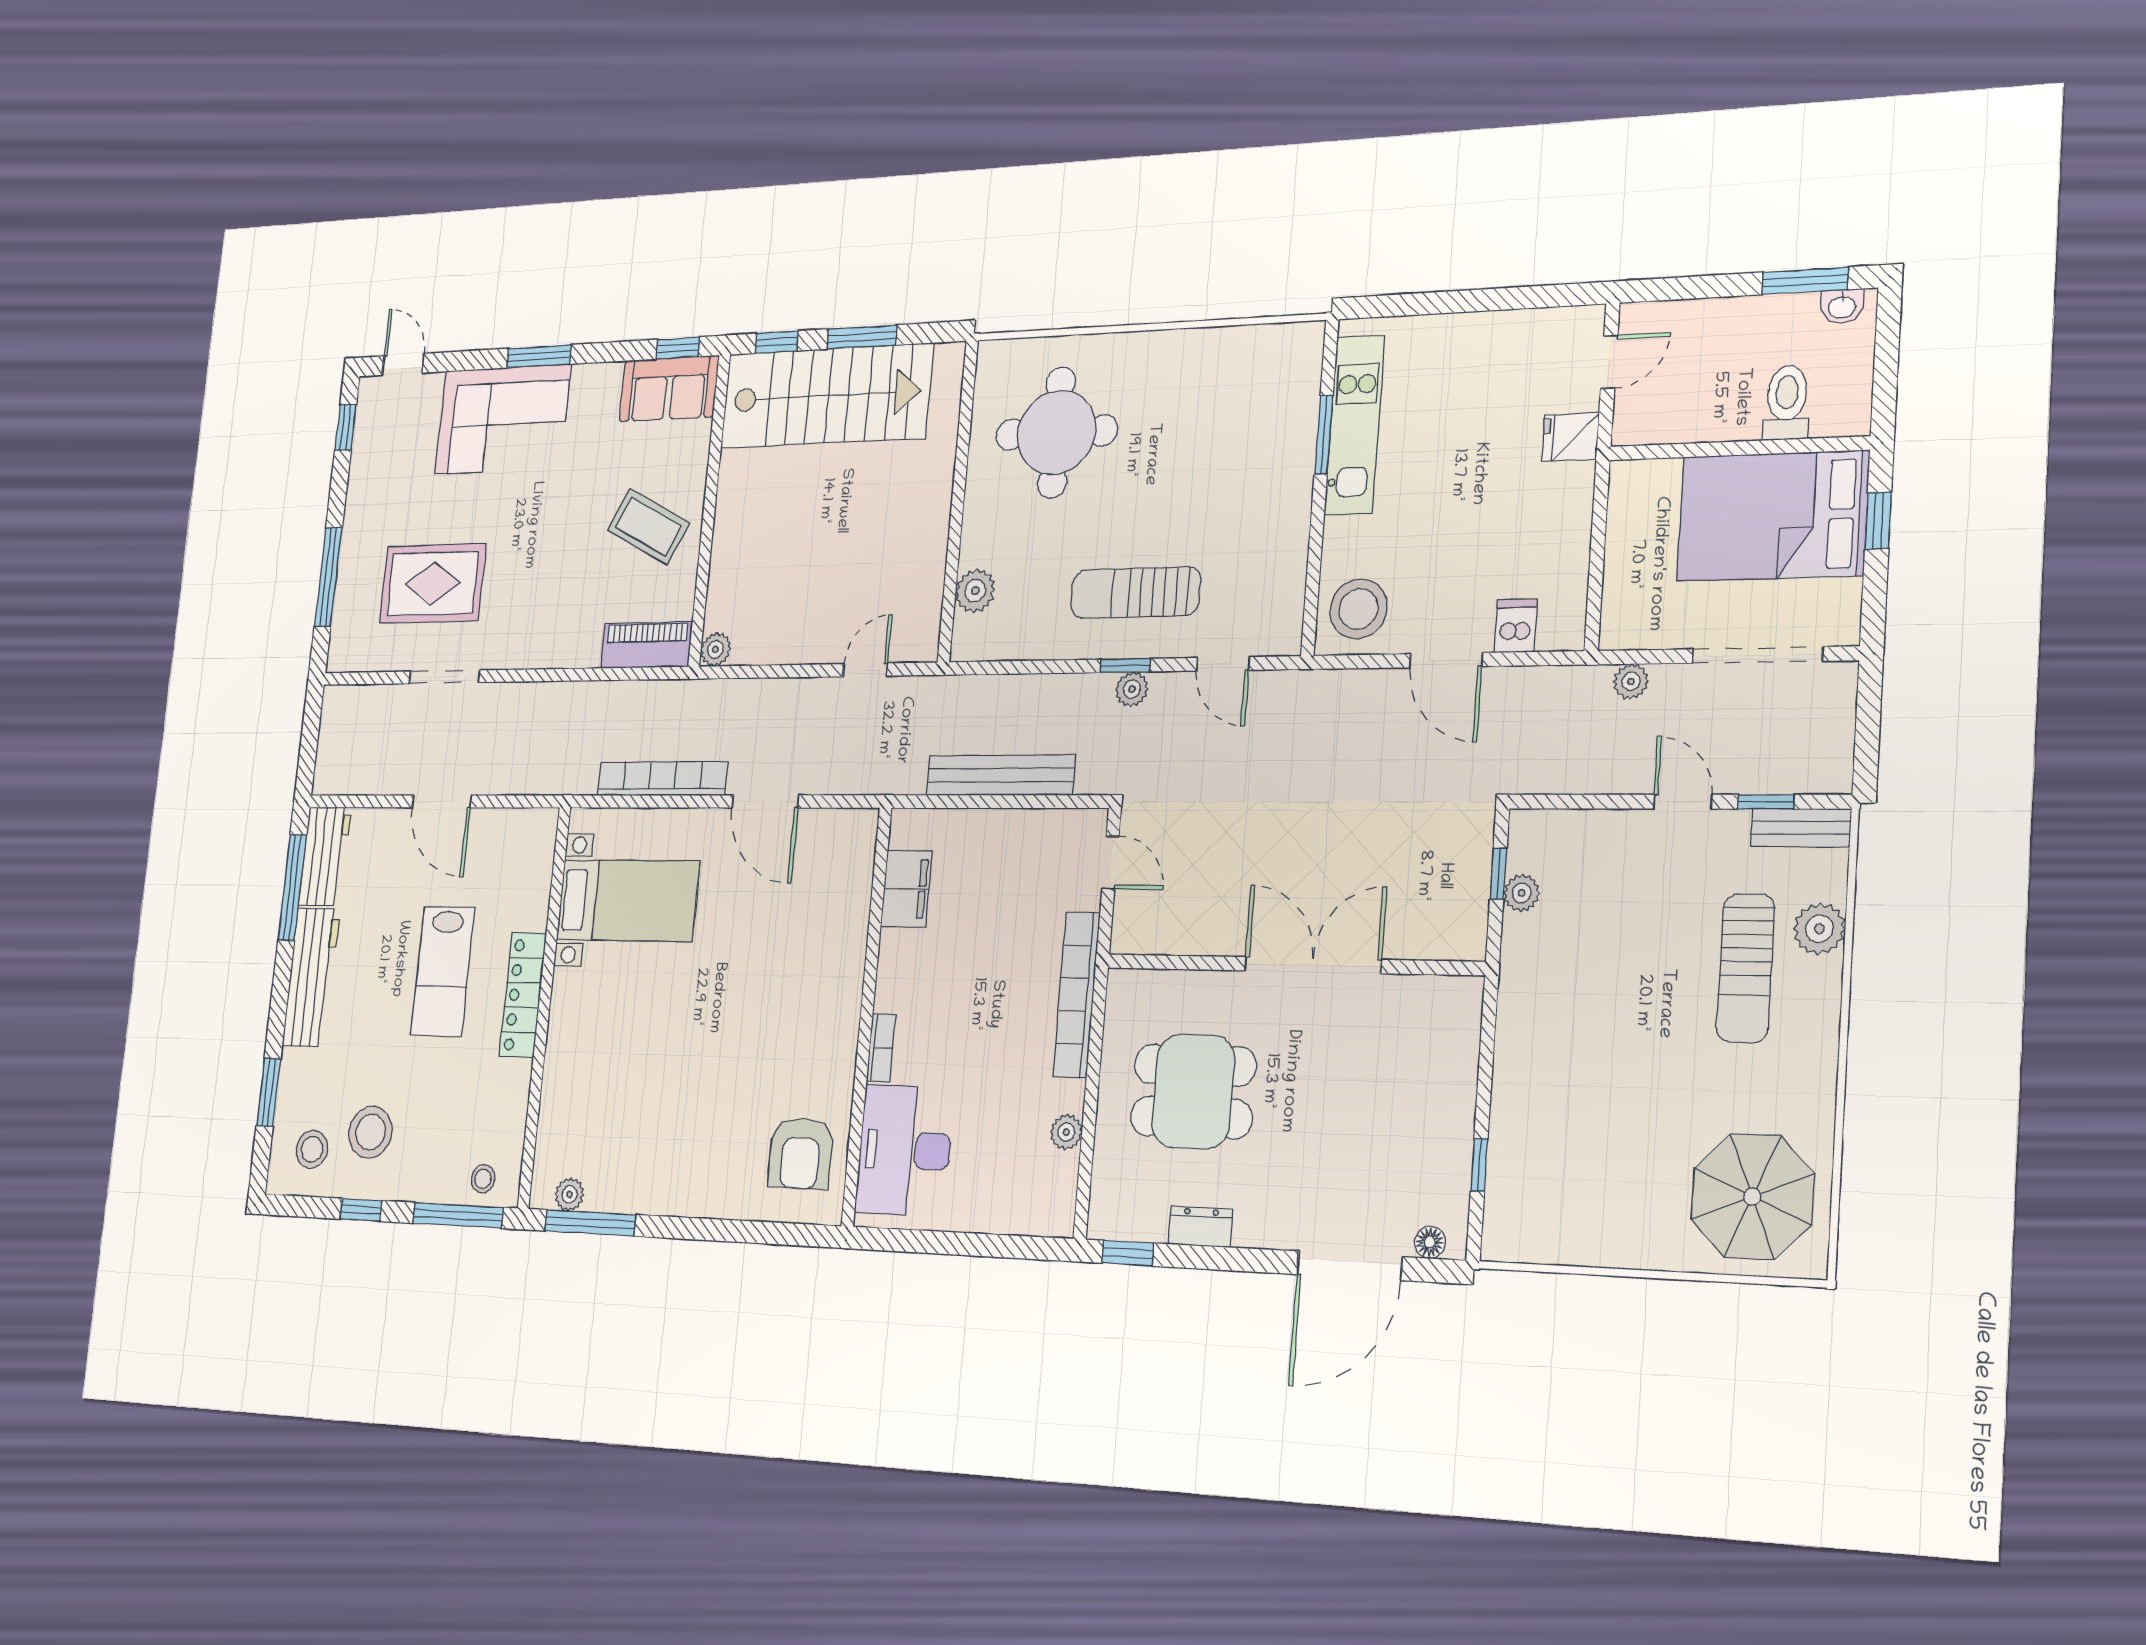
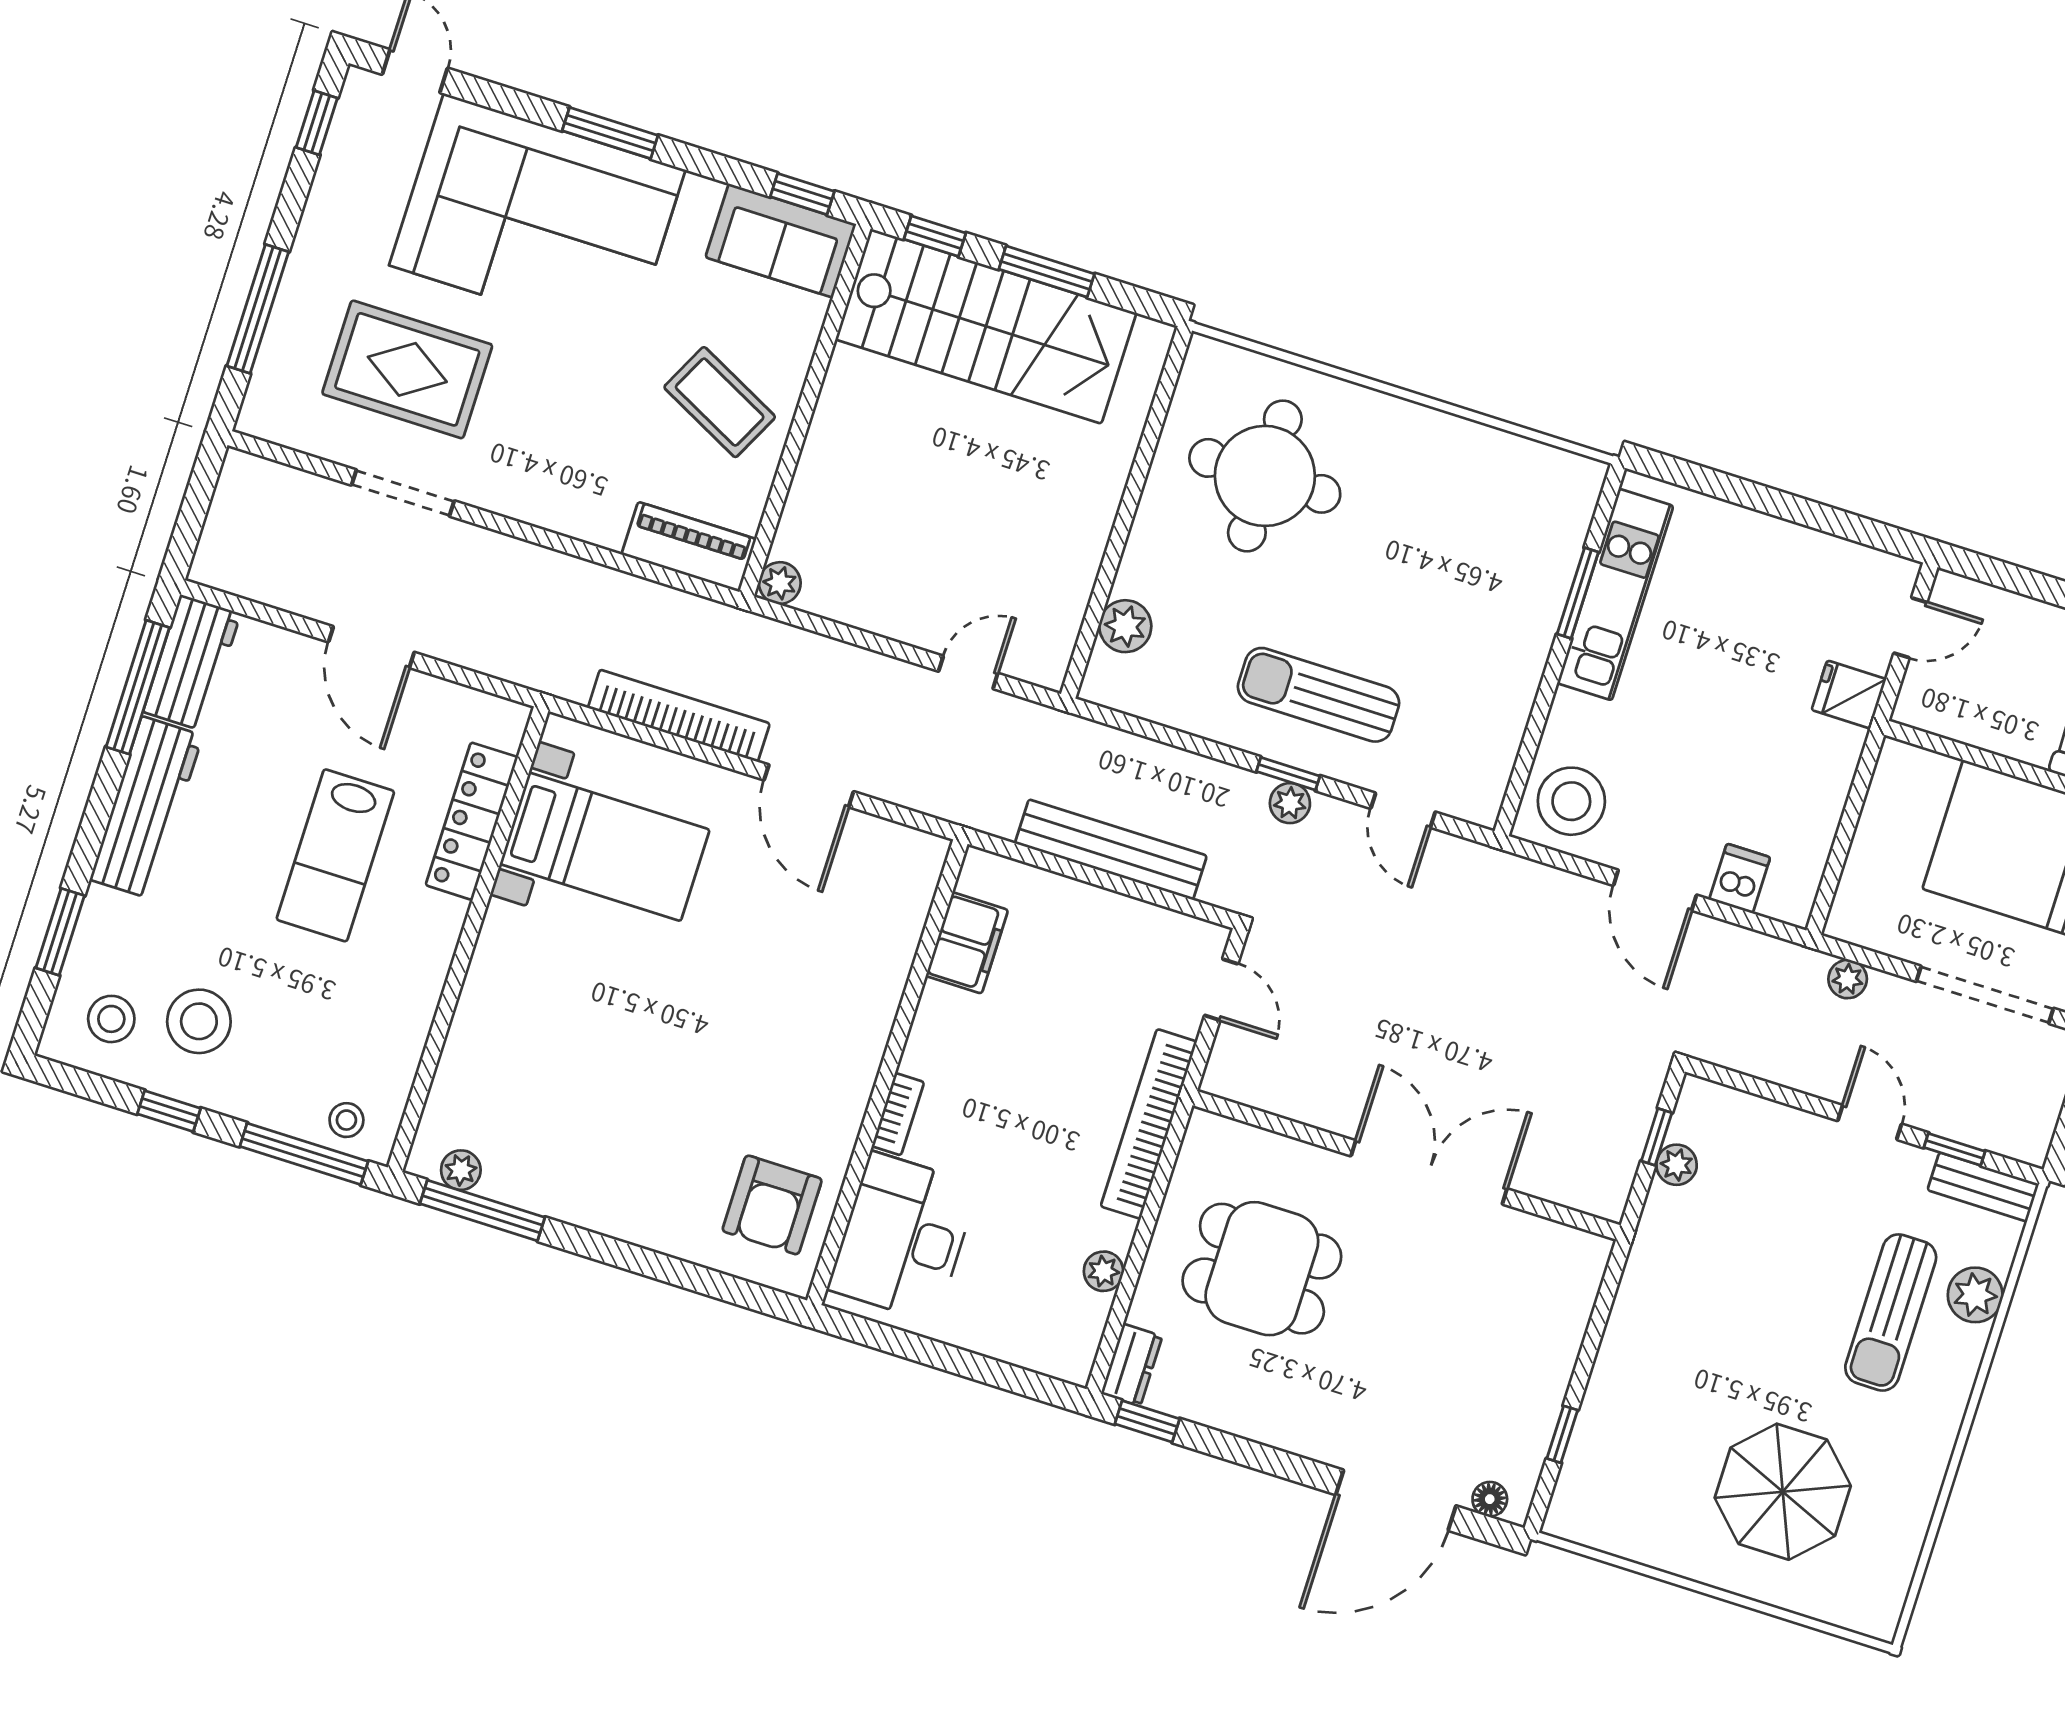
corner sofa: (503, 419) -> (537, 218), width x1.36, depth x1.36
locker: (523, 995) -> (472, 821), moved
parasol: (1752, 1197) -> (1783, 1492), moved
dresser: (1200, 1227) -> (1132, 1365), moved, turned 90

